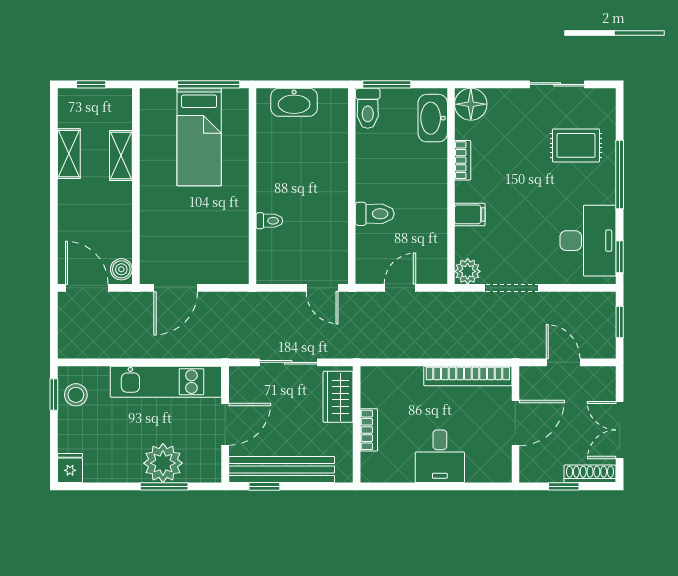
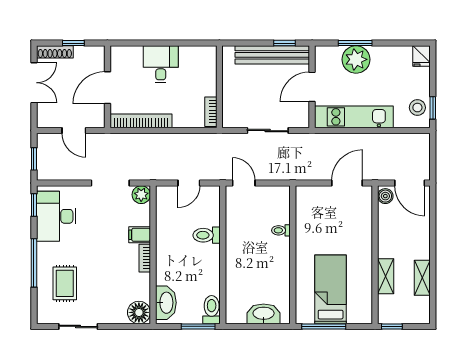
window: (91, 84) -> (392, 326), moved
rug: (576, 145) -> (65, 283), turned 90
bookcase: (463, 160) -> (145, 258), moved
wardrobe: (338, 397) -> (232, 106), removed
bookcase: (369, 430) -> (211, 112), moved

